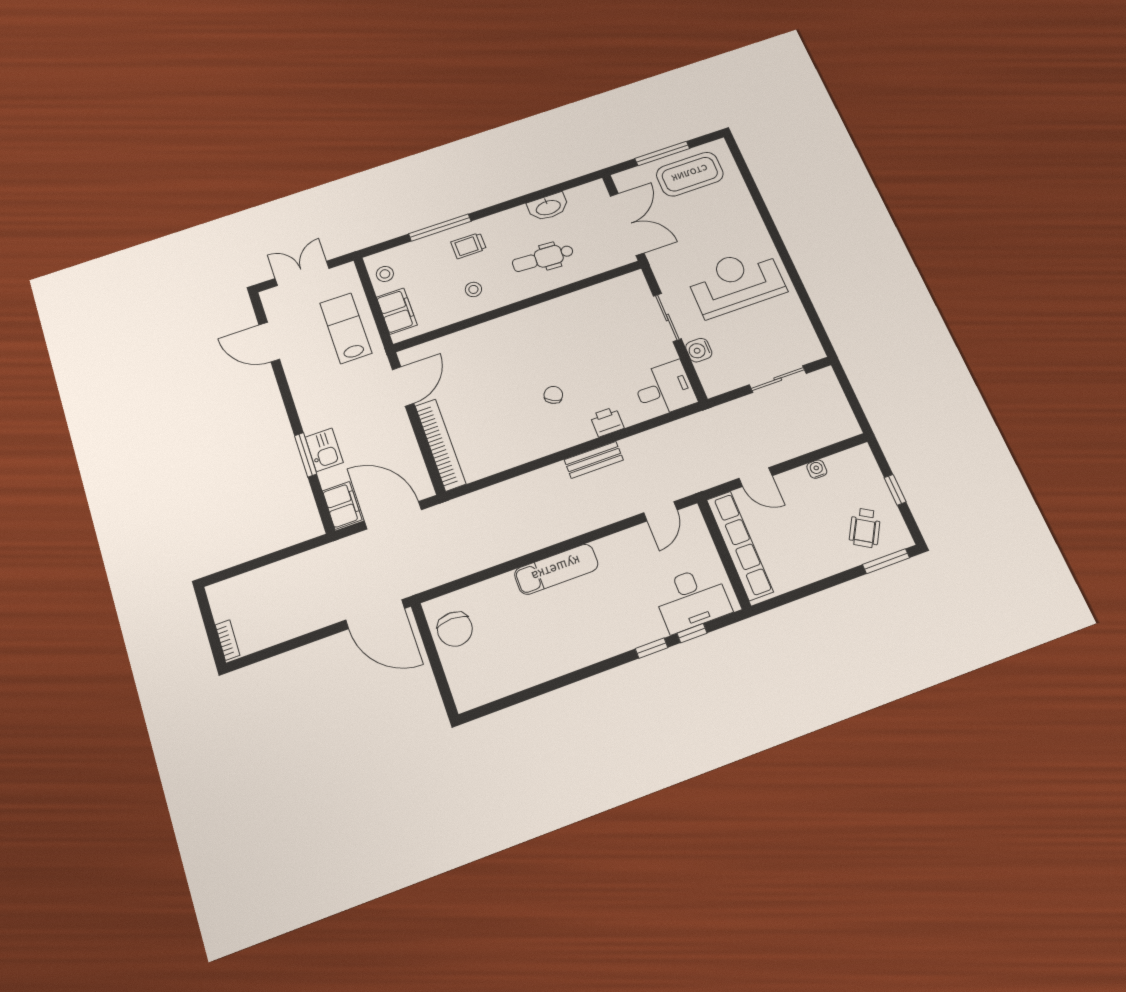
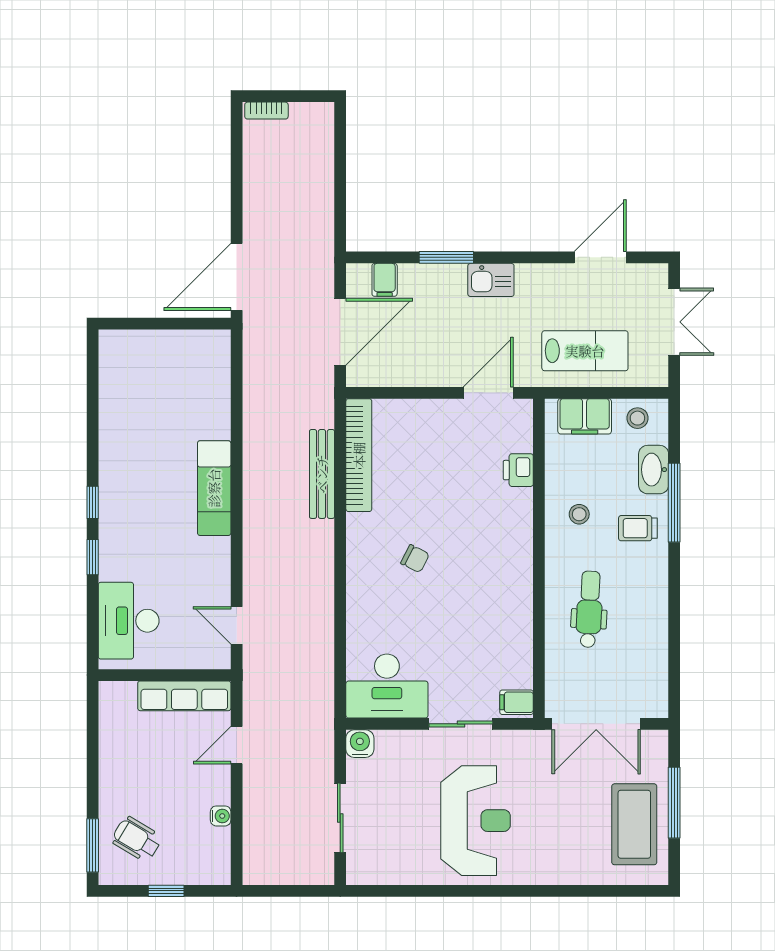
washbasin: (548, 207) -> (654, 470), moved
trolley: (469, 246) -> (638, 528), turned -90
filing cabinet: (634, 284) -> (517, 702), added
water cooler: (699, 350) -> (360, 744), moved
door: (403, 386) -> (488, 393), swing flipped
desk: (664, 389) -> (387, 686), width x1.37
printer: (607, 422) -> (518, 470), moved, turned 180
bookcase: (440, 445) -> (359, 455), moved, turned -90
kitchen sink: (324, 450) -> (491, 280), moved
bench: (594, 460) -> (322, 474), moved, width x1.36
filing cabinet: (342, 505) -> (385, 280), width x0.50
row of seats: (740, 545) -> (184, 696), width x0.73
chair: (455, 629) -> (189, 356), removed
window: (692, 633) -> (93, 502), moved

